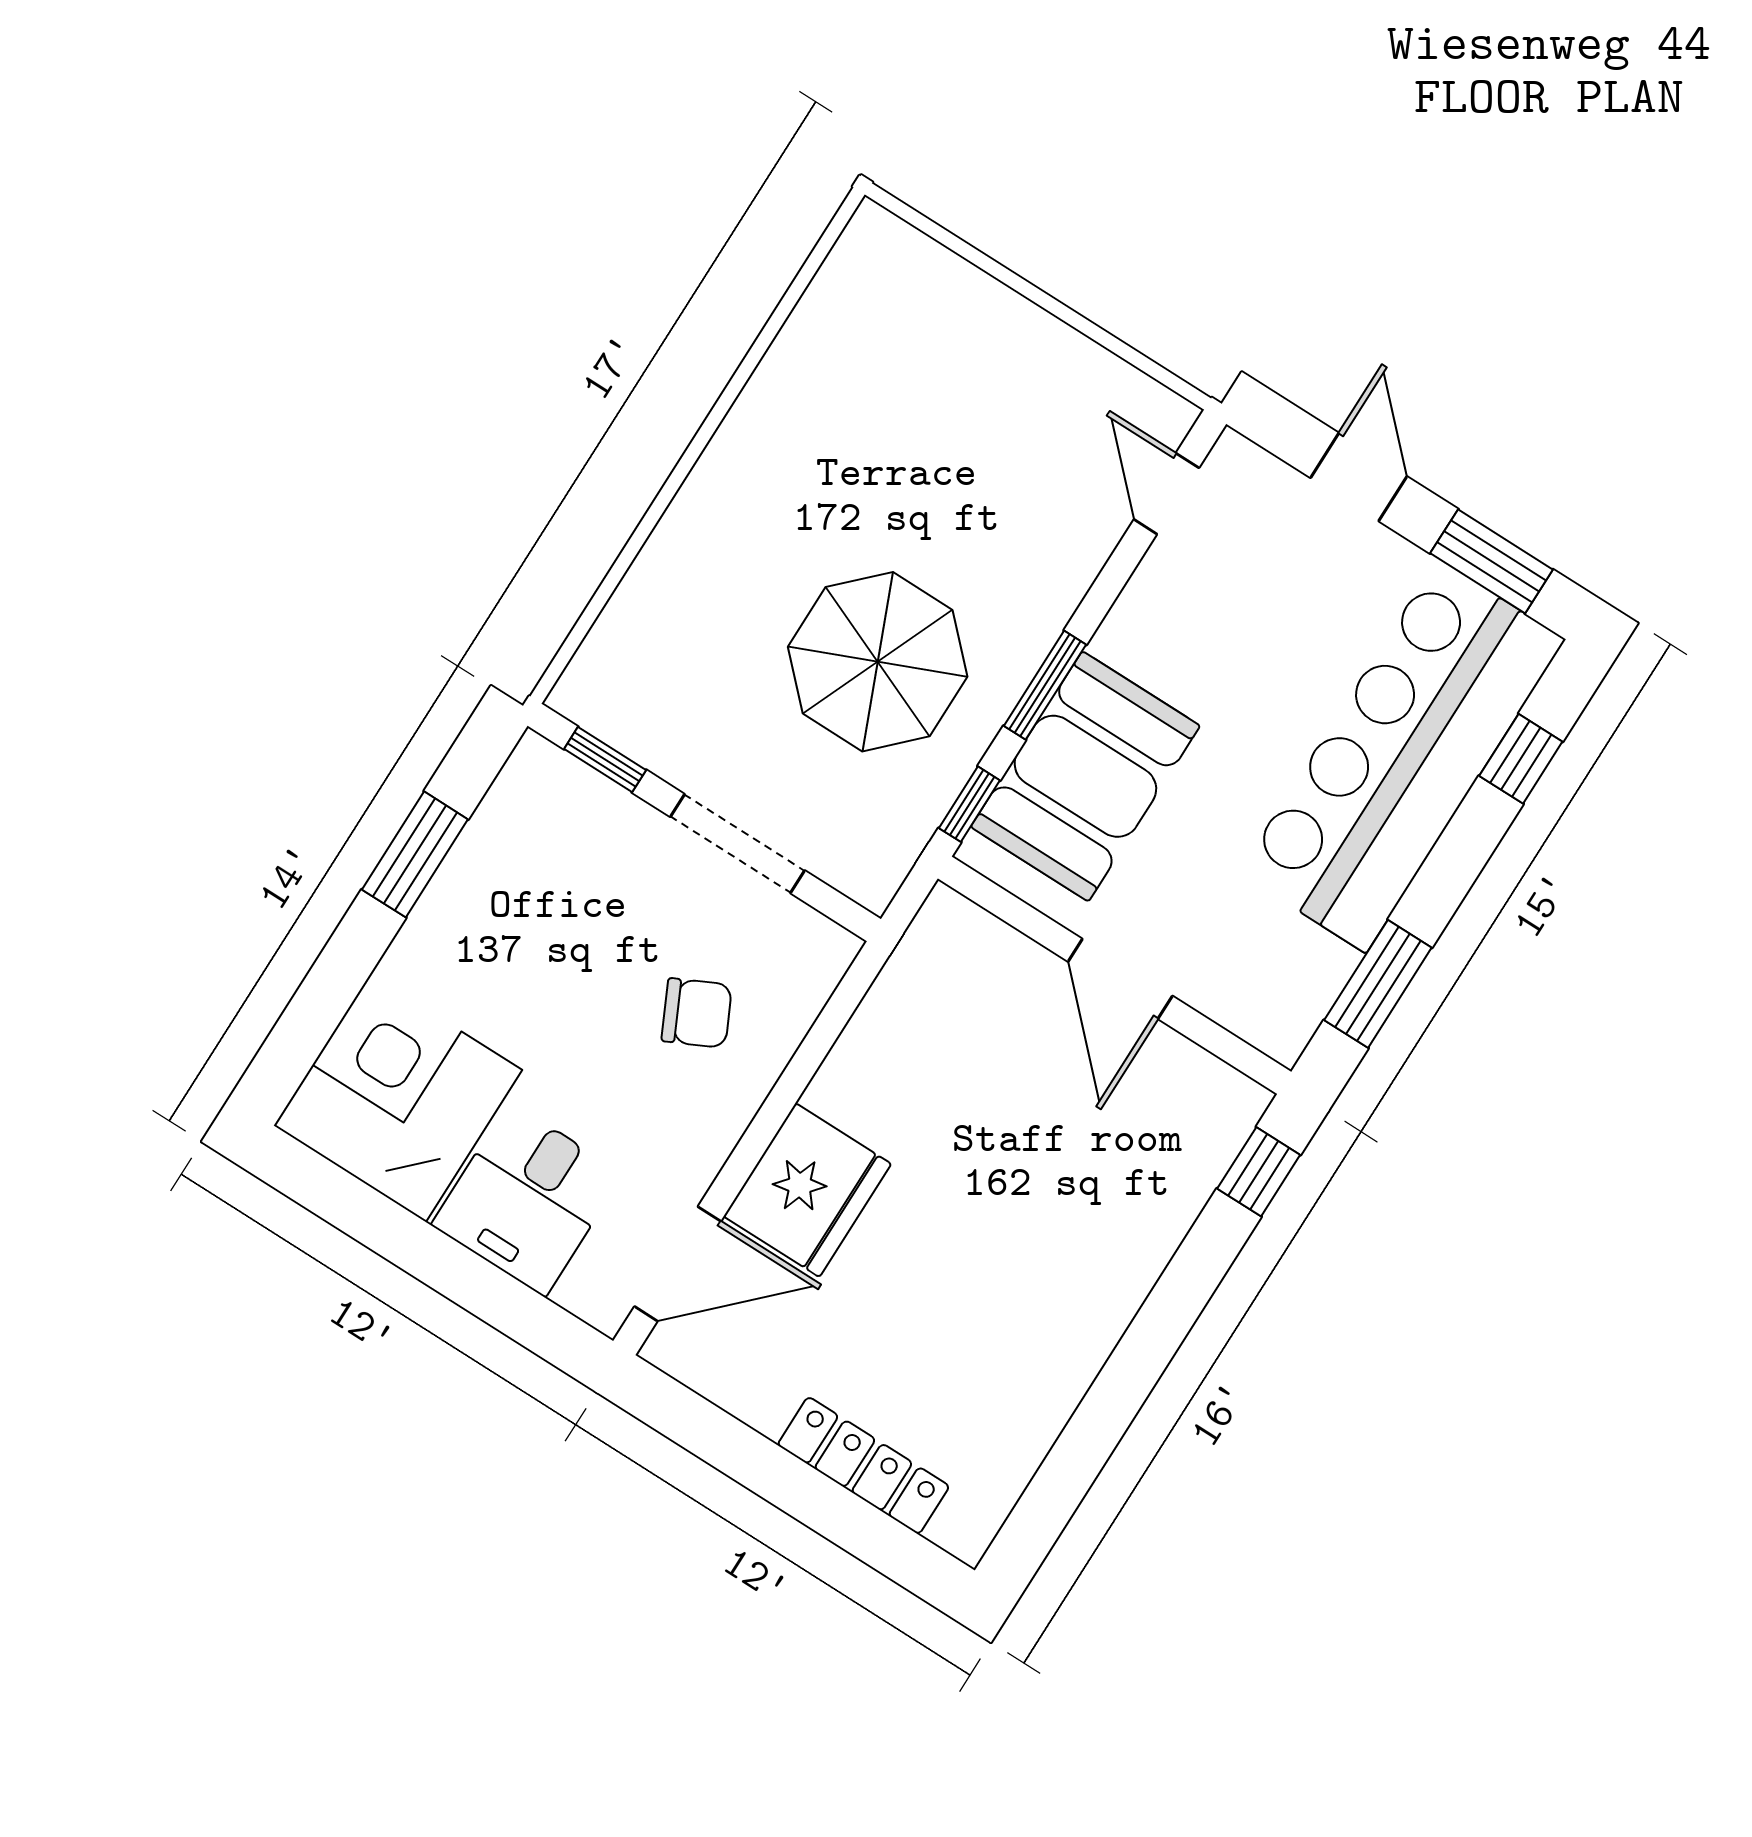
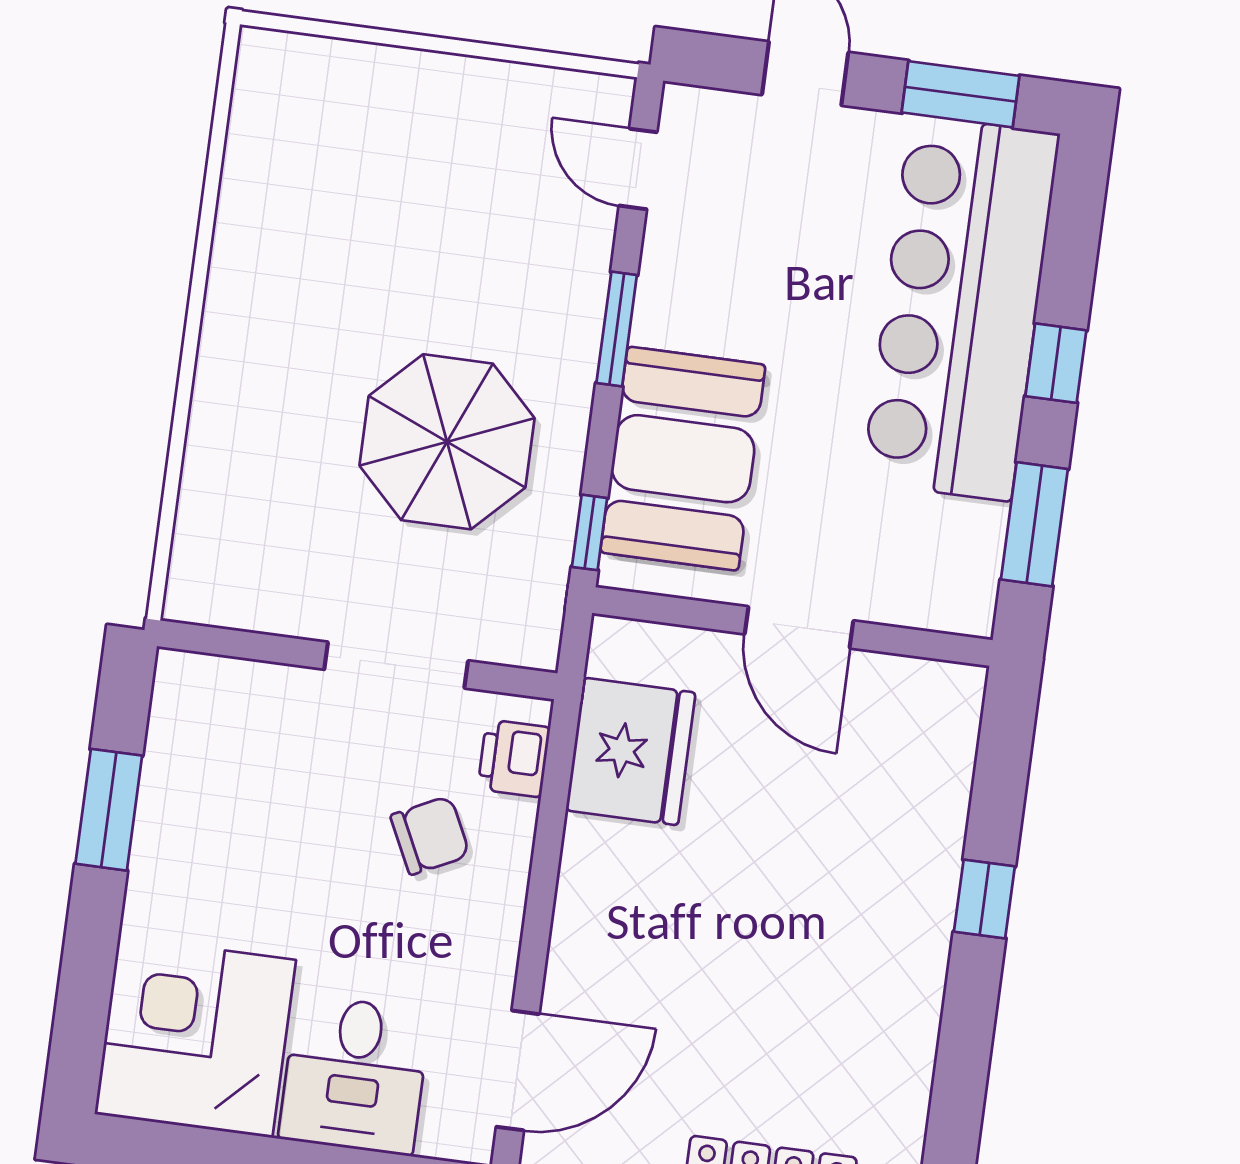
window: (1045, 685) -> (617, 329), moved
window: (1521, 759) -> (1056, 363), moved
window: (605, 760) -> (241, 644), removed
printer: (805, 978) -> (514, 758), added
window: (1259, 1172) -> (984, 899), moved
fridge: (807, 1190) -> (631, 751), moved

